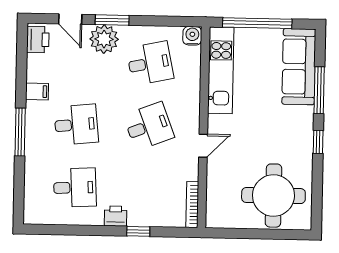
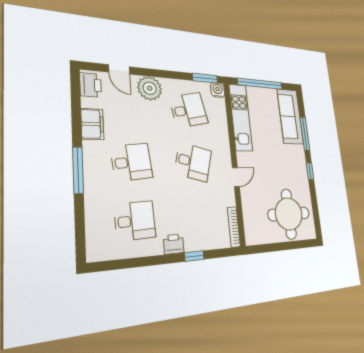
window: (112, 20) -> (205, 78), moved
filing cabinet: (37, 91) -> (92, 124), width x2.00
desk: (149, 126) -> (193, 162), turned 36

